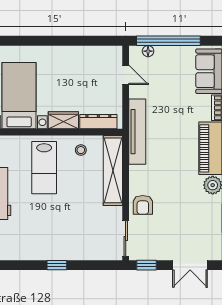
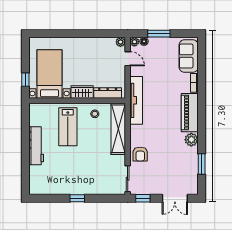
window: (168, 41) -> (159, 34), width x0.47
plant: (116, 52) -> (121, 42), added
plant: (135, 52) -> (134, 42), added

